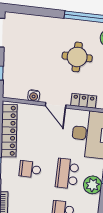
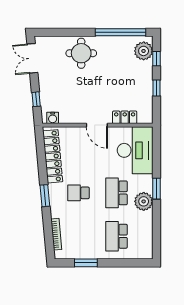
round table: (77, 57) -> (81, 53), moved
water cooler: (34, 96) -> (53, 118), moved

